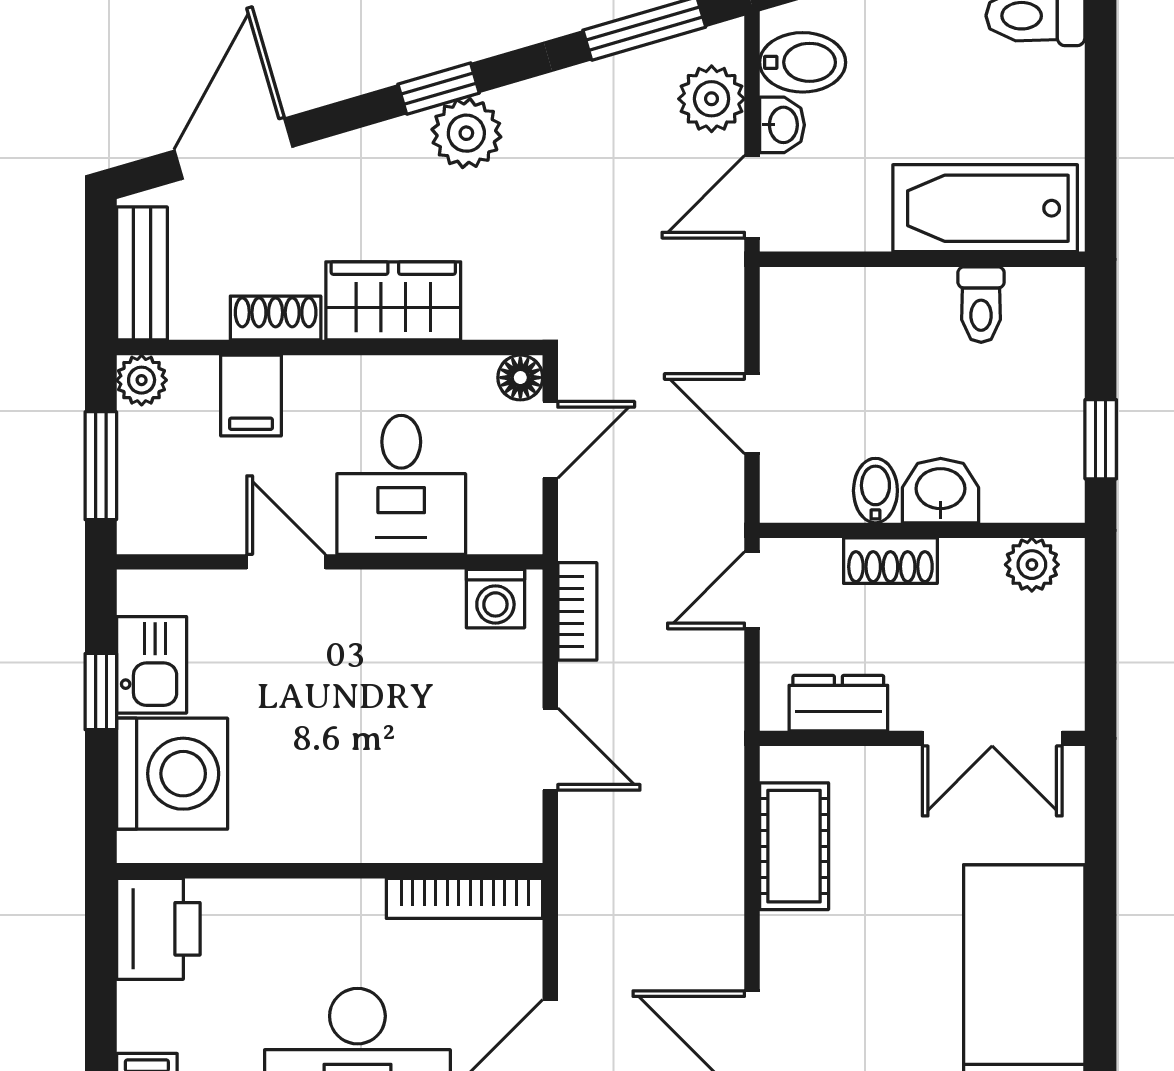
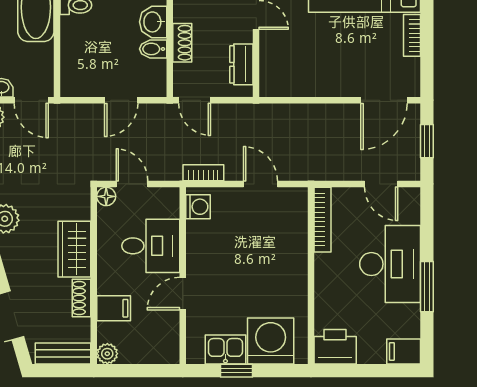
window: (101, 466) -> (143, 371), removed
door: (550, 749) -> (260, 184), hinge flipped
cot: (794, 846) -> (301, 83), removed

